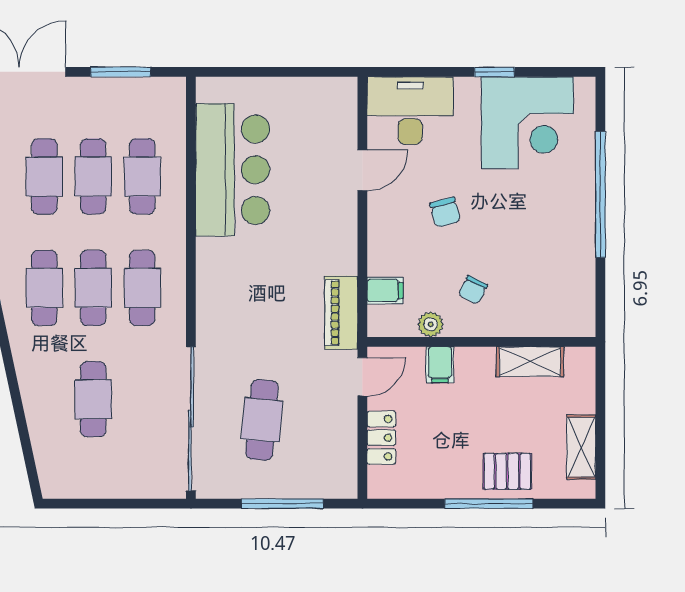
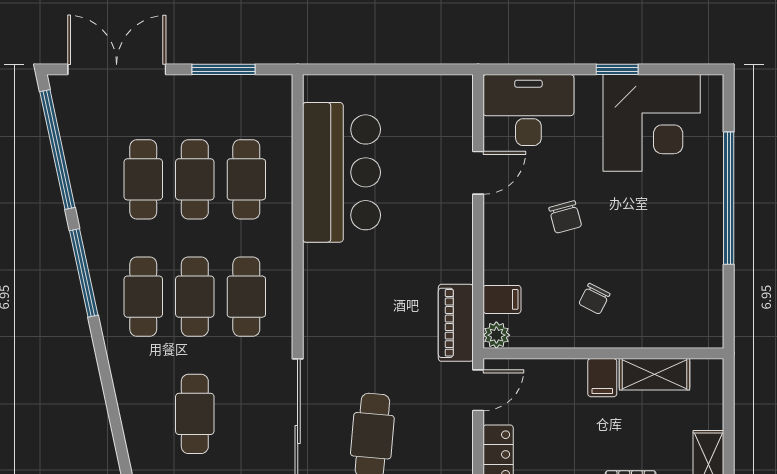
plant: (431, 324) -> (496, 335), moved
filing cabinet: (440, 365) -> (602, 378), moved

